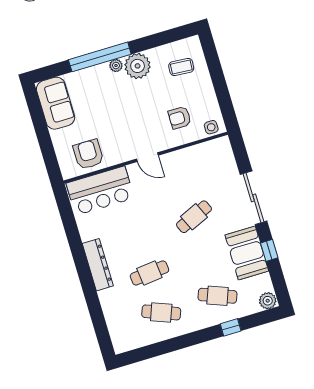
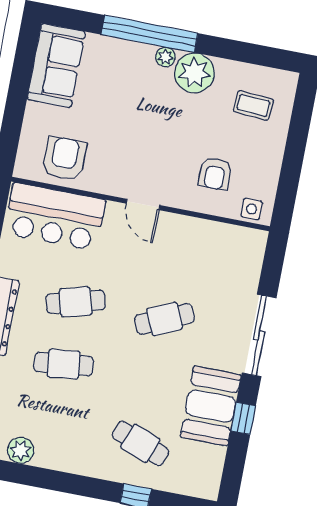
armchair: (180, 118) -> (215, 173), turned -90
plant: (268, 301) -> (21, 450), moved
cafe table: (161, 312) -> (76, 302), moved, turned -36

